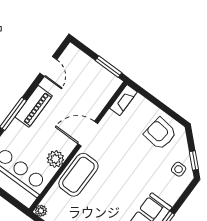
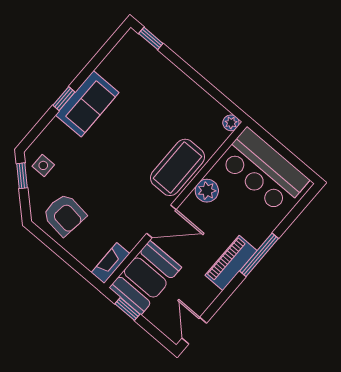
door: (48, 66) -> (194, 331), moved
window: (108, 67) -> (127, 309), width x0.67
booth: (97, 91) -> (145, 277), added

